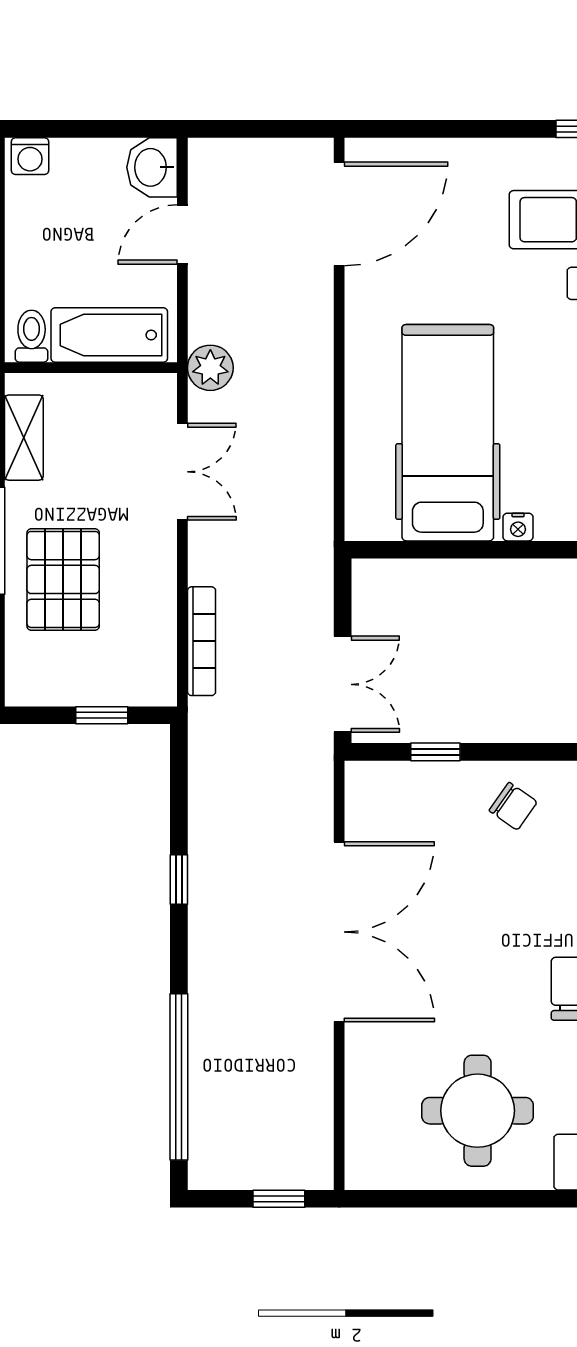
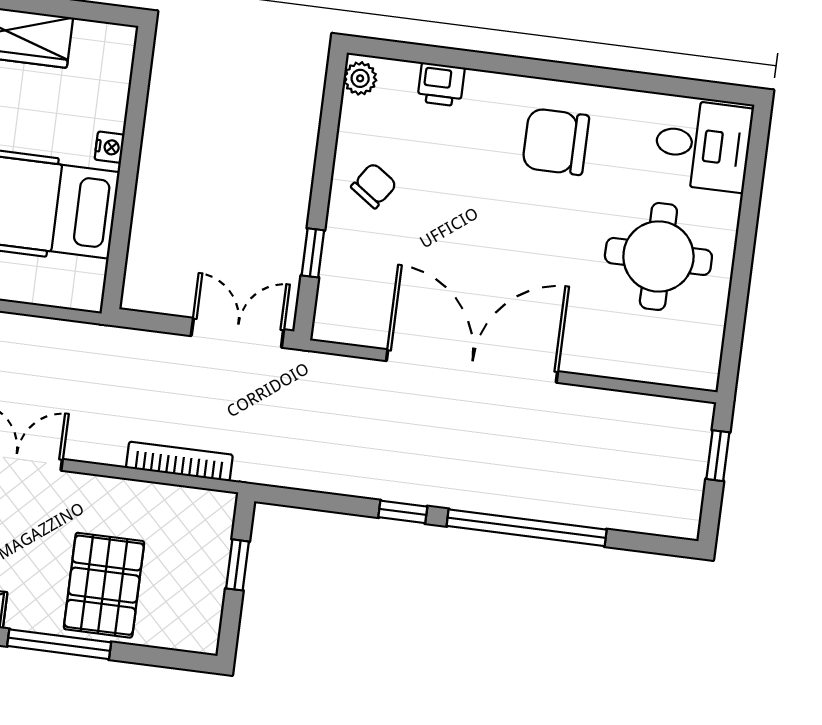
pallet: (63, 579) -> (104, 585), turned 90
window: (179, 1077) -> (527, 528), moved

